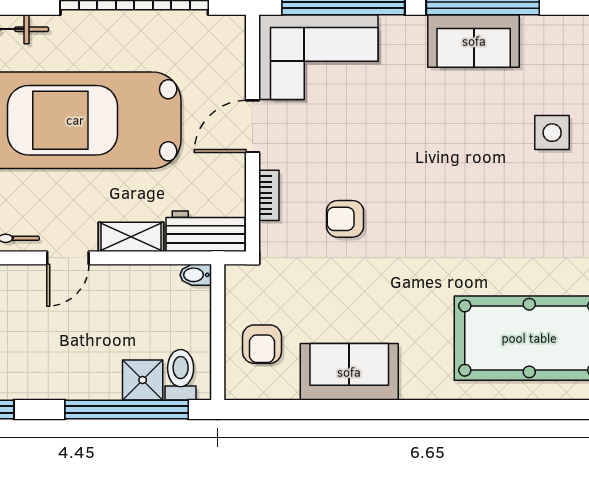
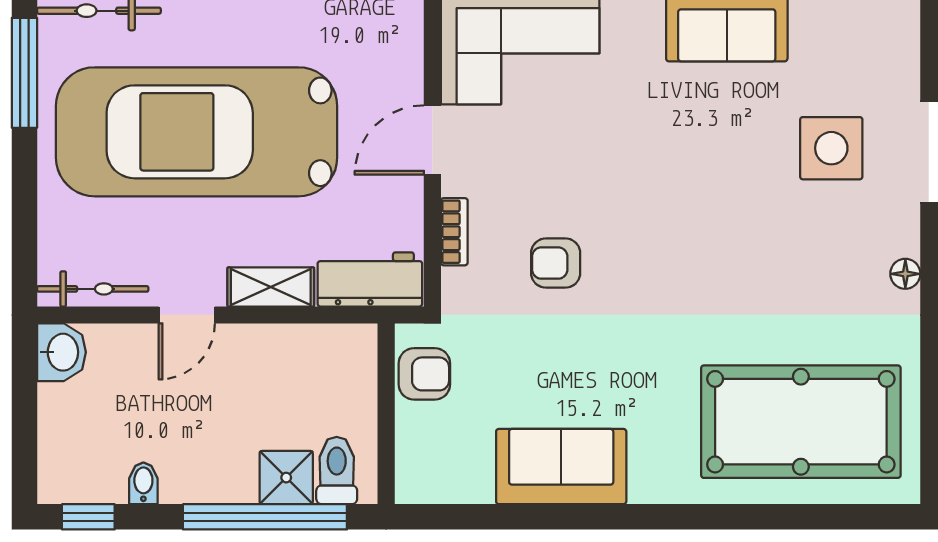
side table: (552, 133) -> (831, 148), width x1.37, depth x1.37
bidet: (196, 275) -> (143, 483), moved, turned 90
armchair: (262, 344) -> (424, 374), moved, turned -90

